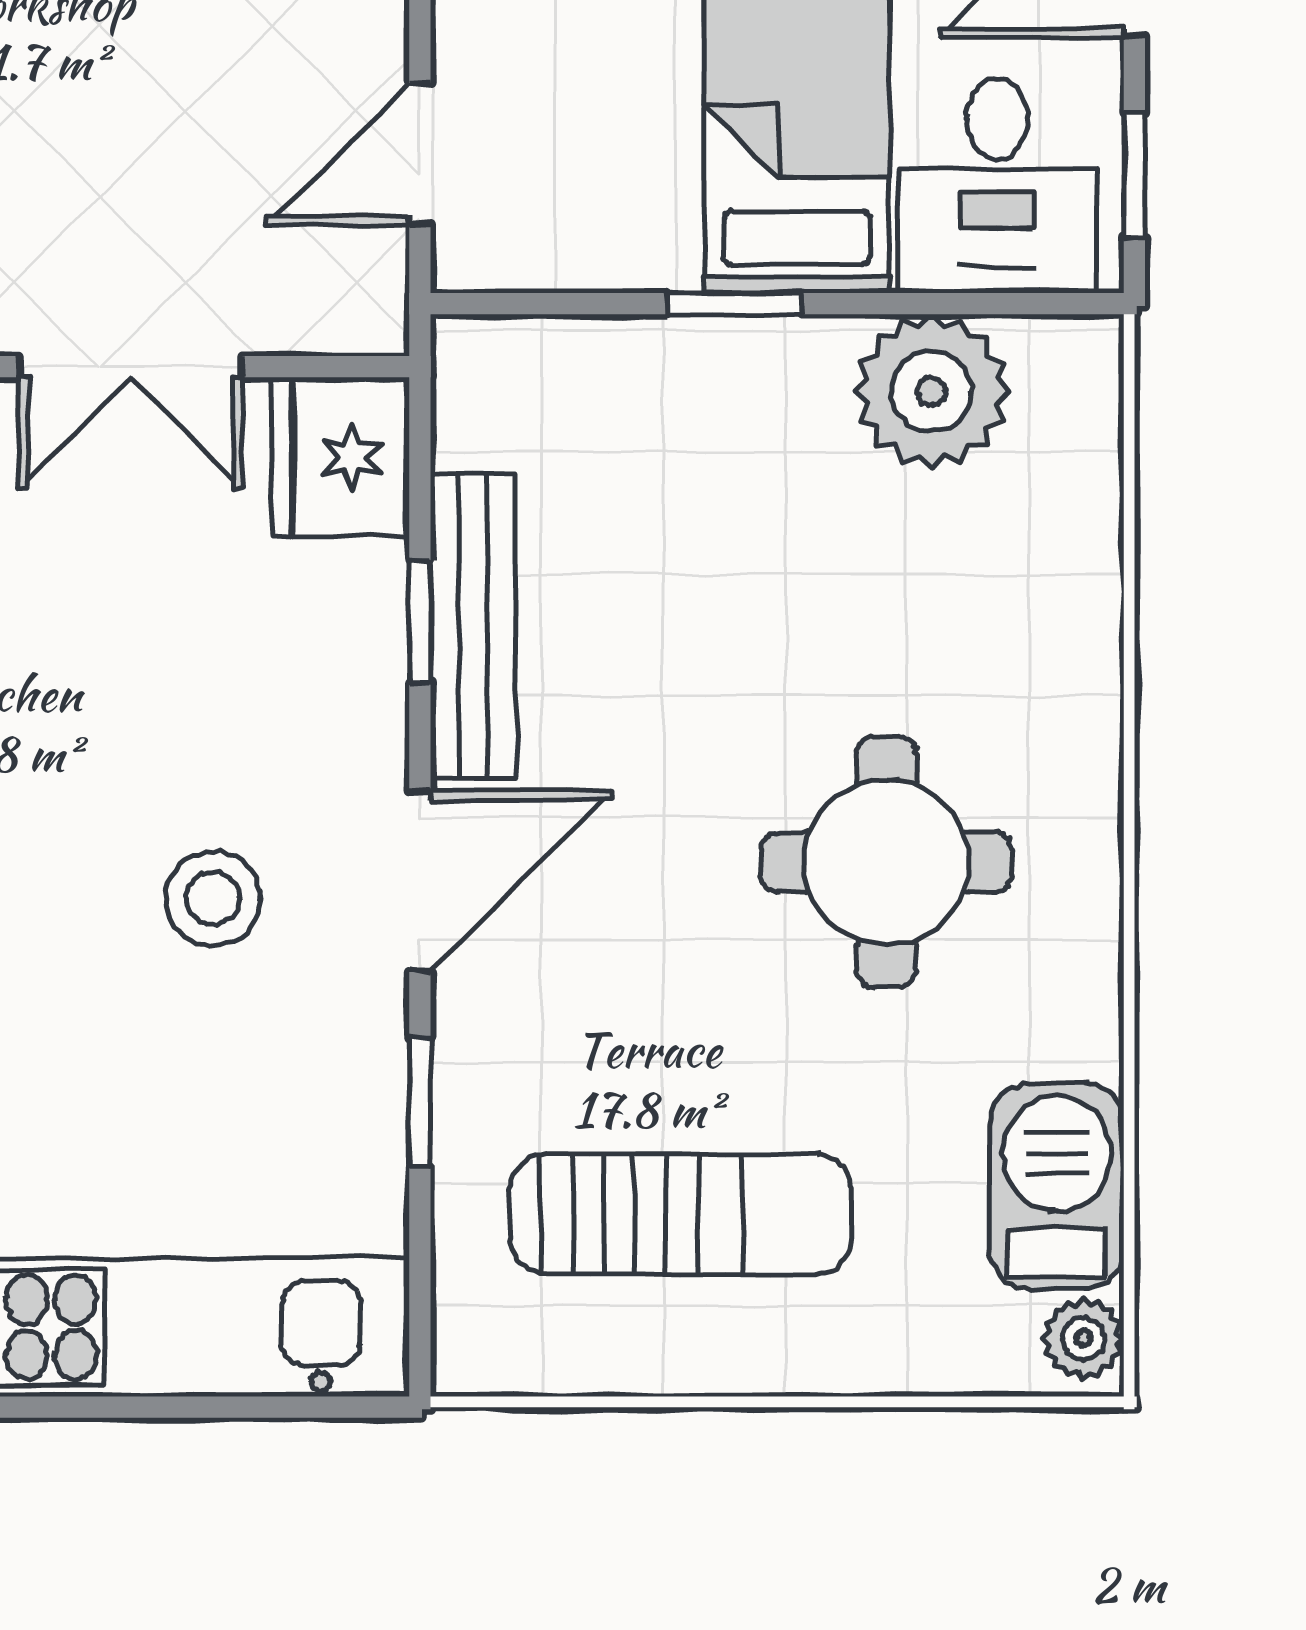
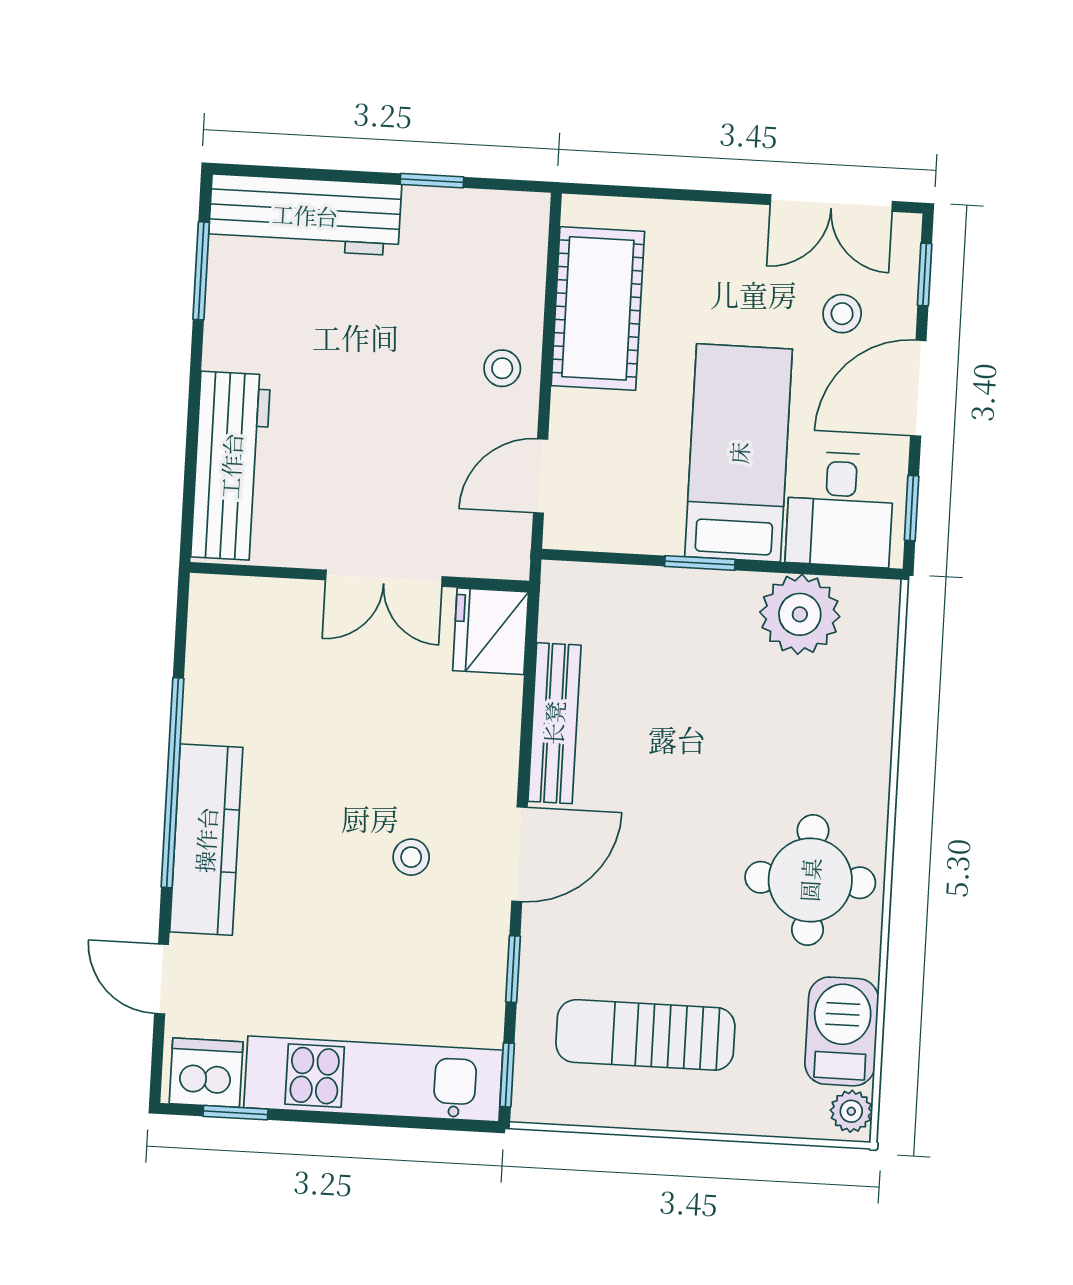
window: (420, 622) -> (507, 1075), moved
round table: (886, 862) -> (810, 880), moved
stool: (213, 898) -> (411, 857), width x0.73, depth x0.73
sun lounger: (681, 1214) -> (645, 1035), turned 180

